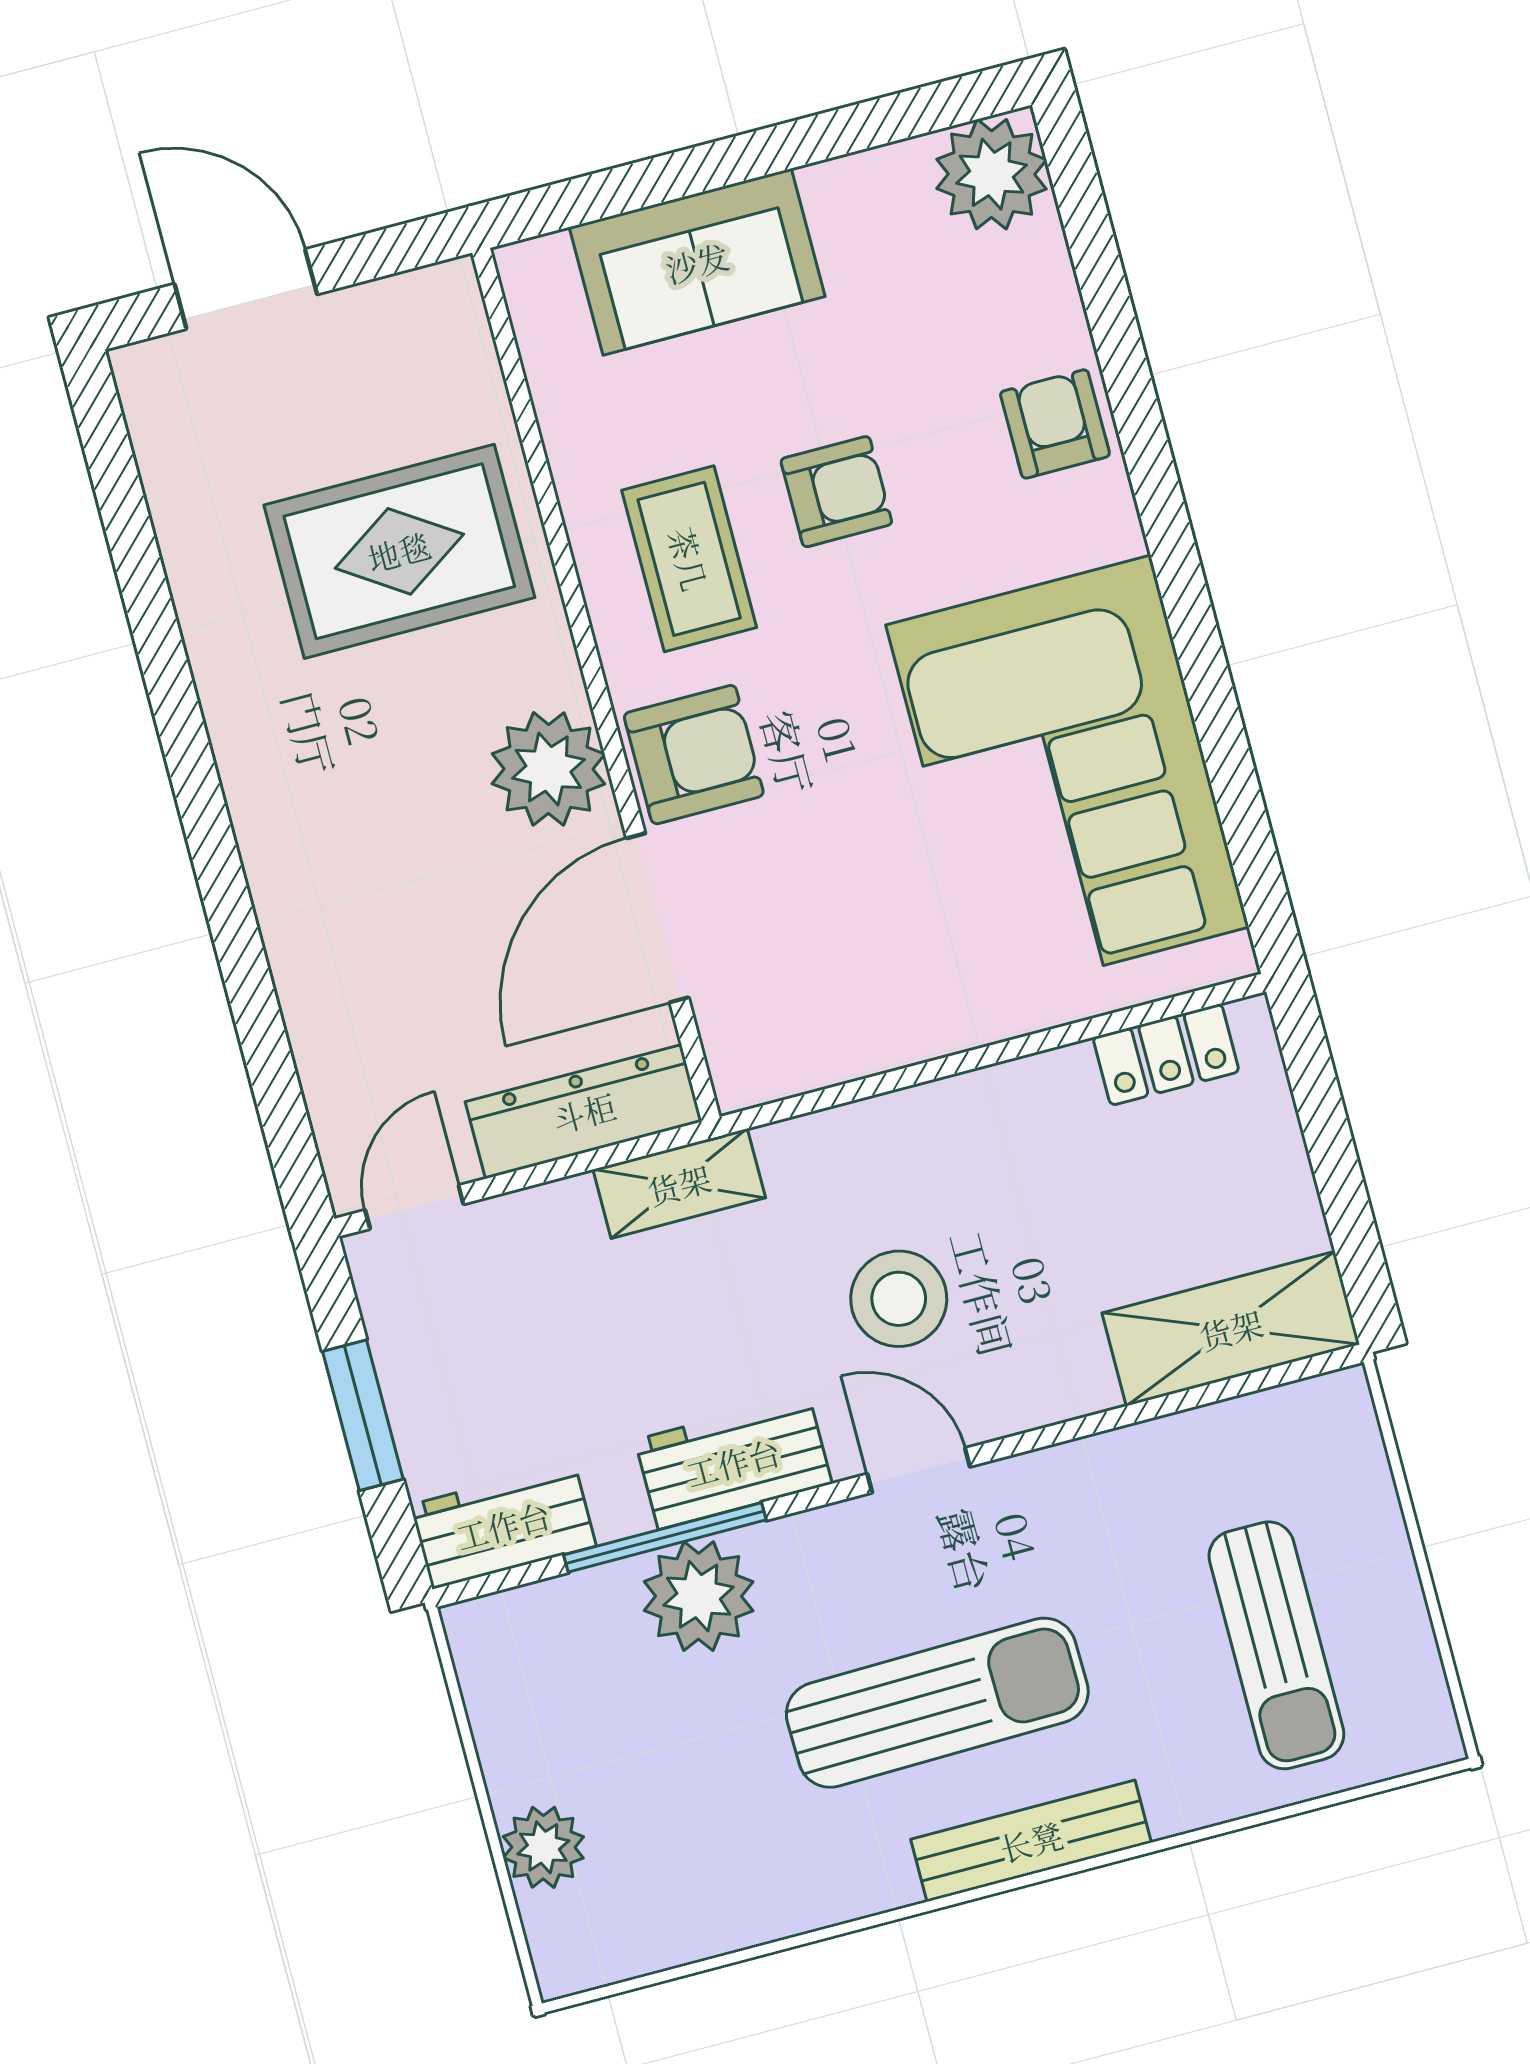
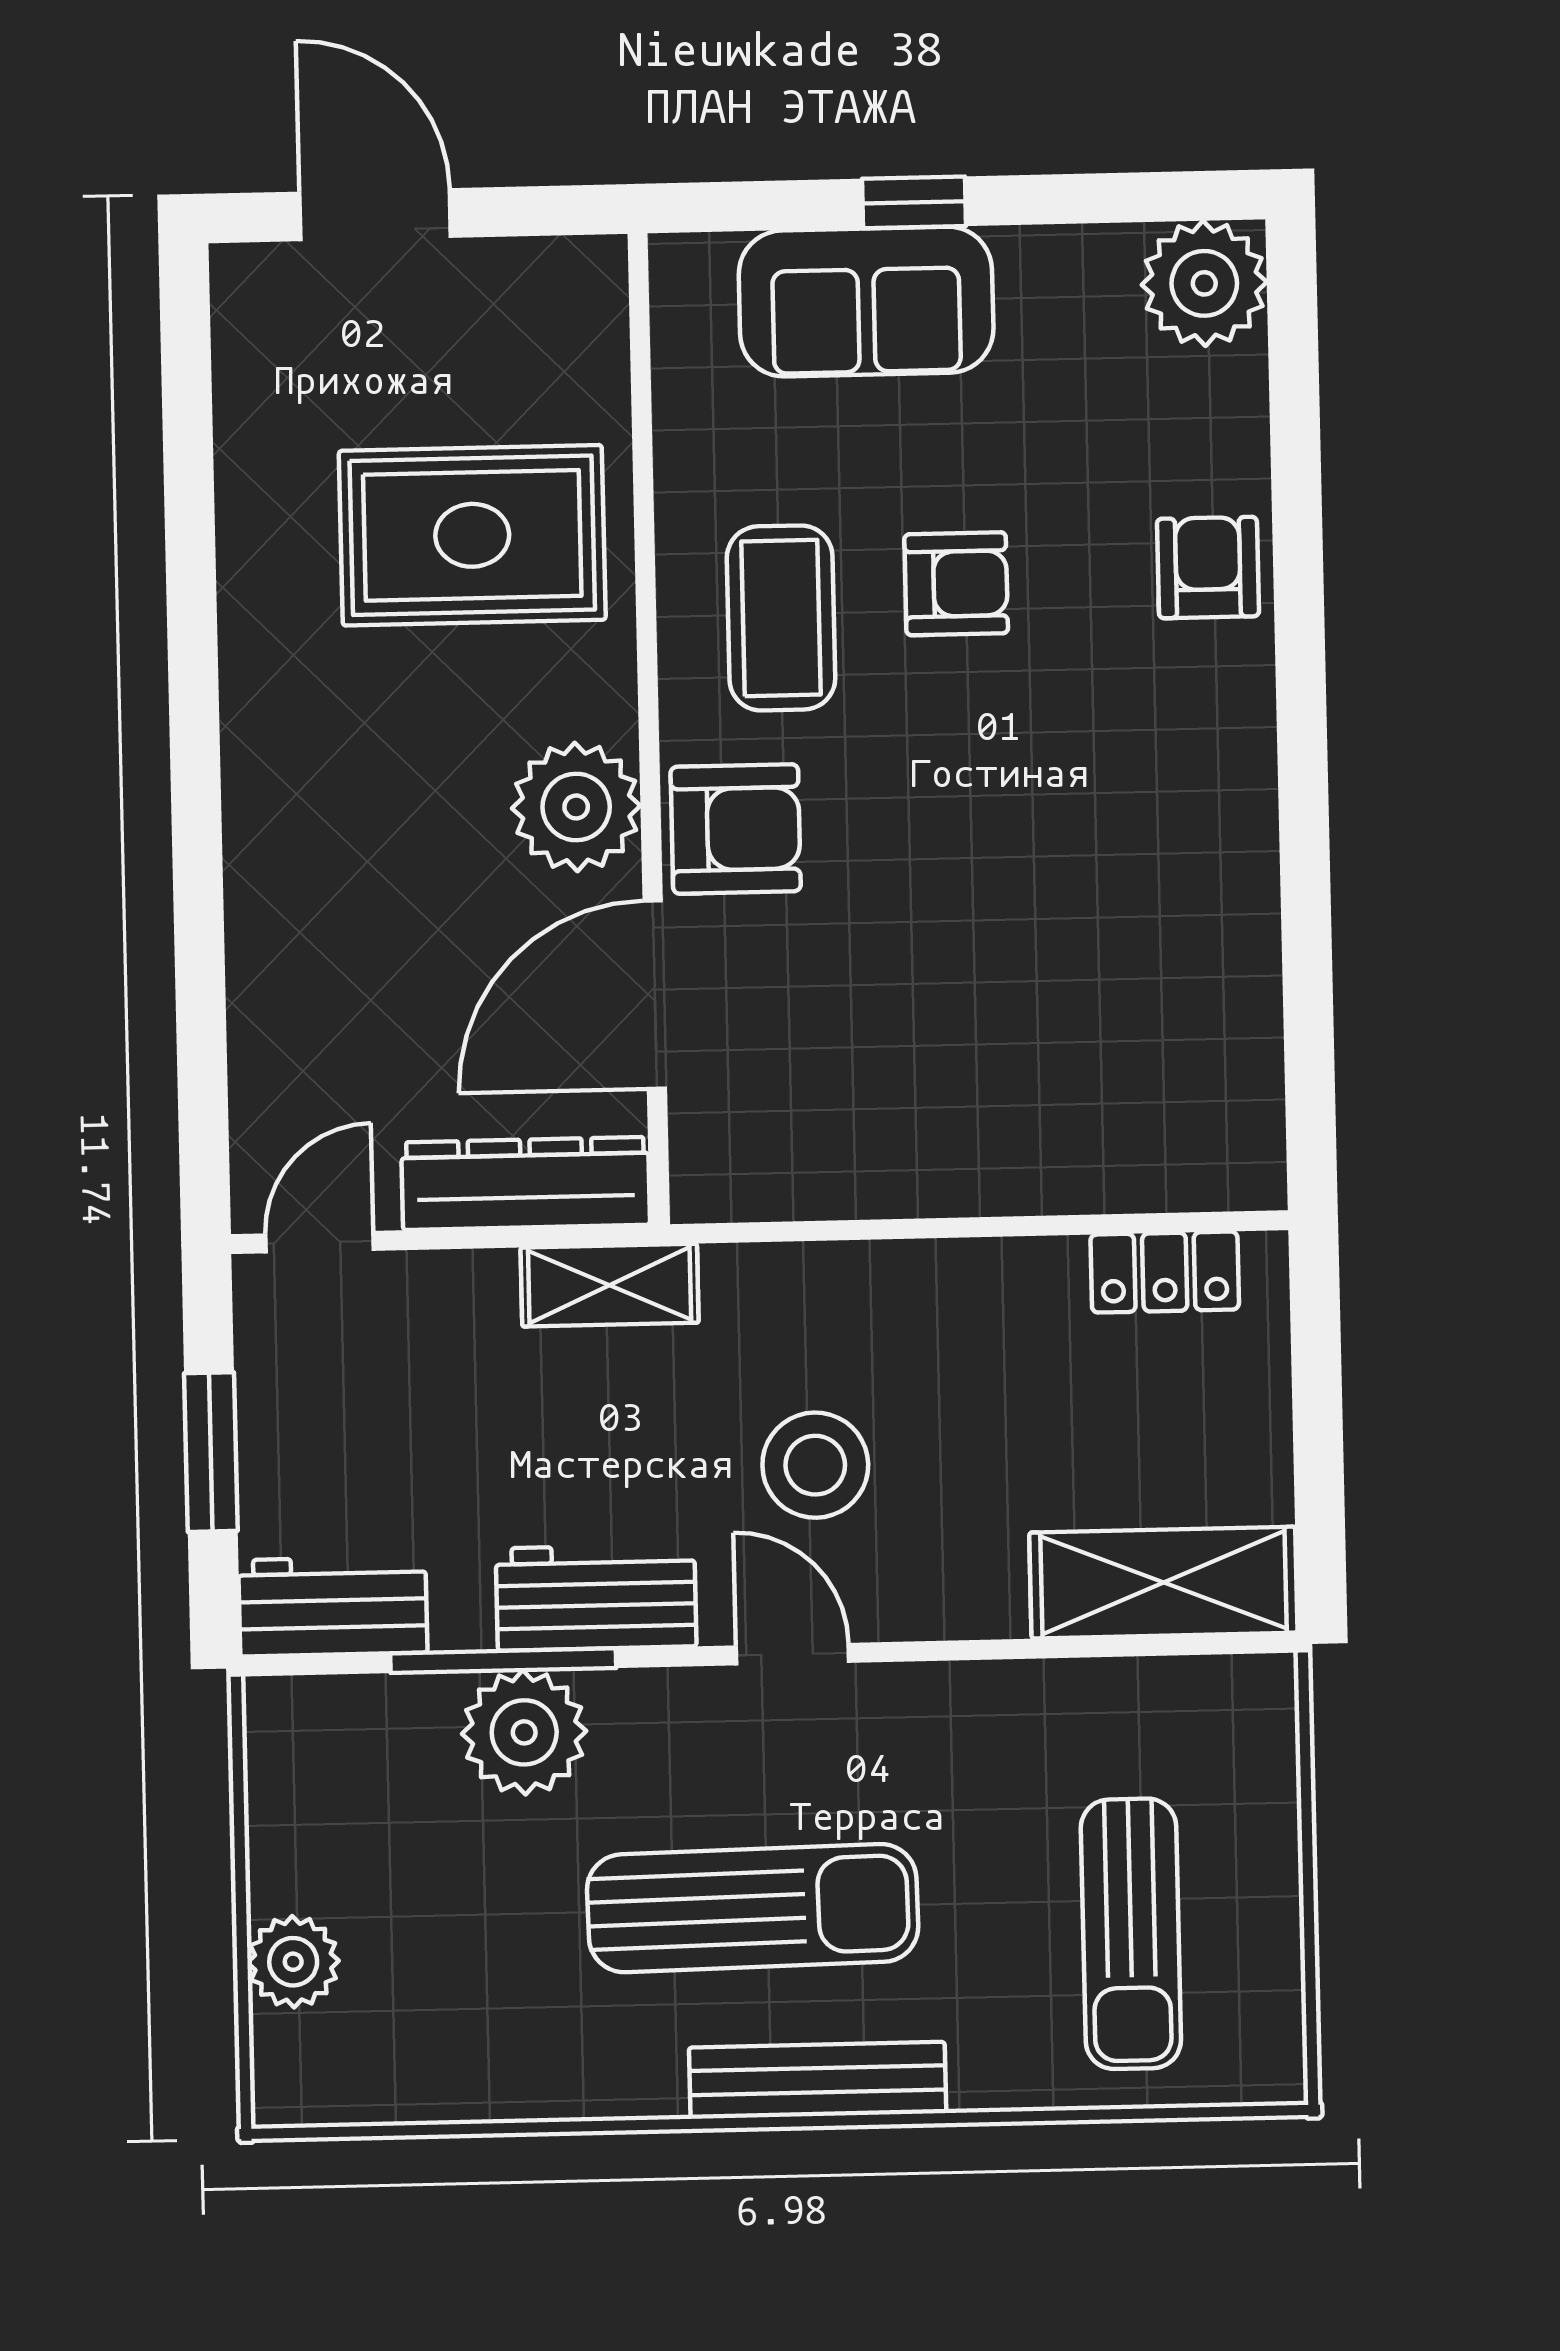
window: (718, 164) -> (914, 202), added
corner sofa: (1067, 776) -> (1131, 948), removed

